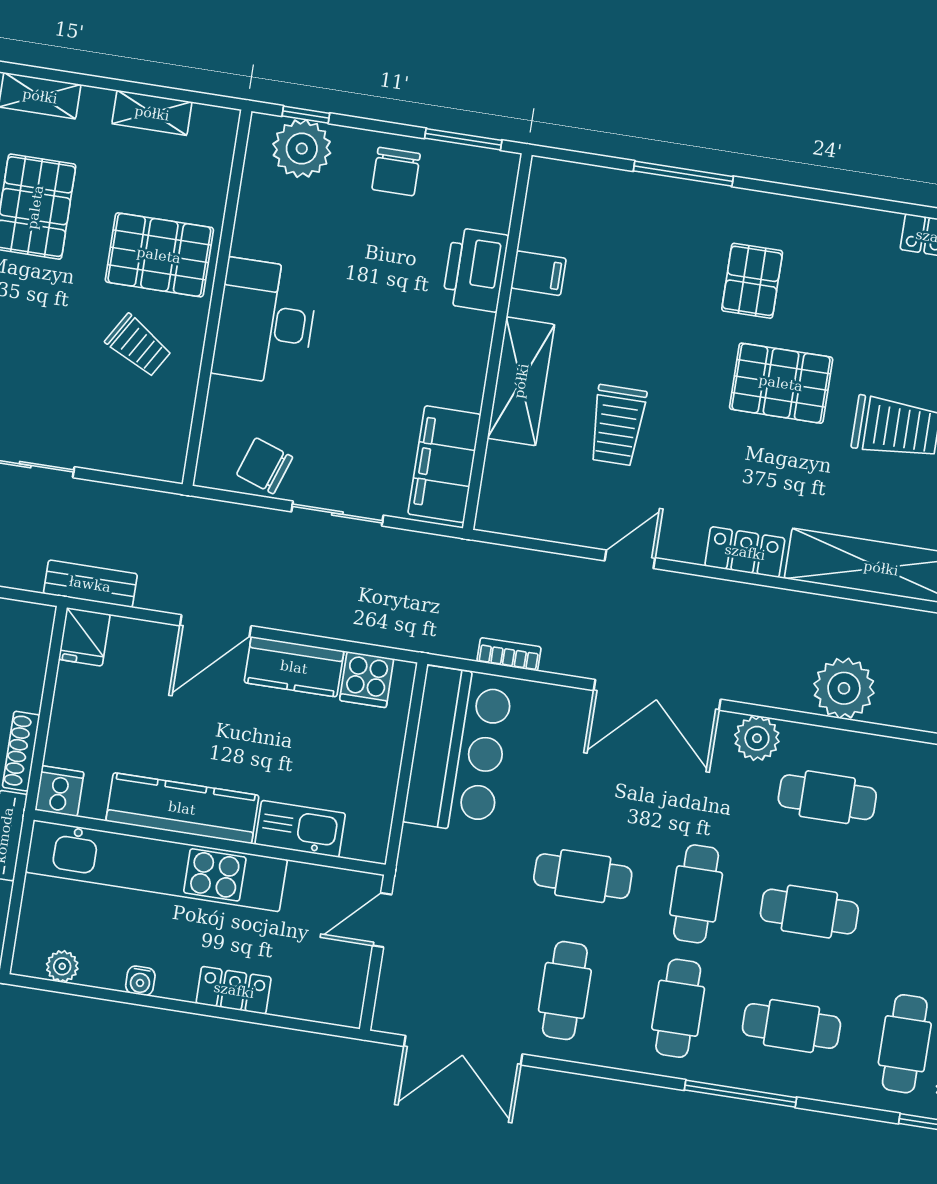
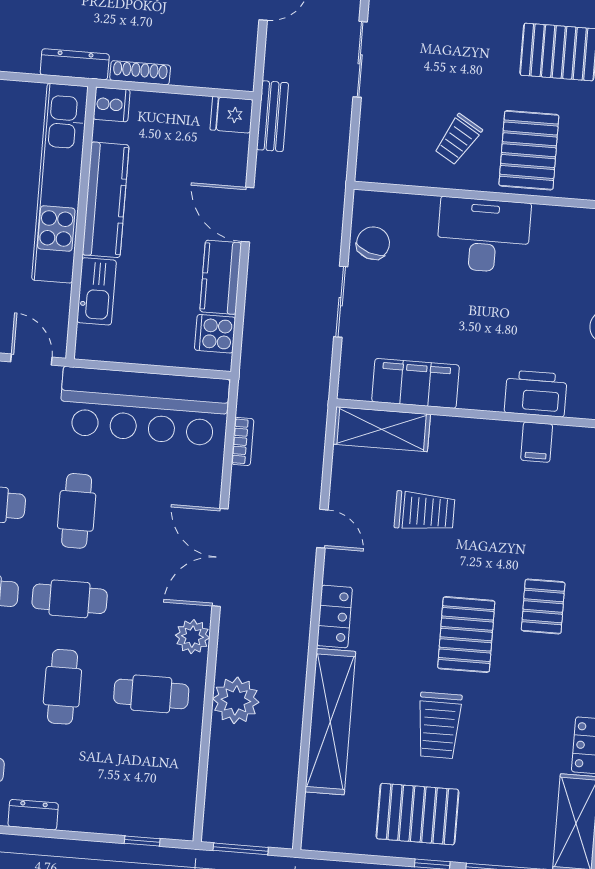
pallet: (752, 281) -> (543, 606), turned 90
shelving: (521, 381) -> (382, 429), moved
trolley: (617, 425) -> (425, 511), turned 180
filing cabinet: (444, 464) -> (416, 383), moved
bar counter: (458, 750) -> (144, 406), width x1.36
cafe table: (827, 797) -> (151, 694), turned 90

